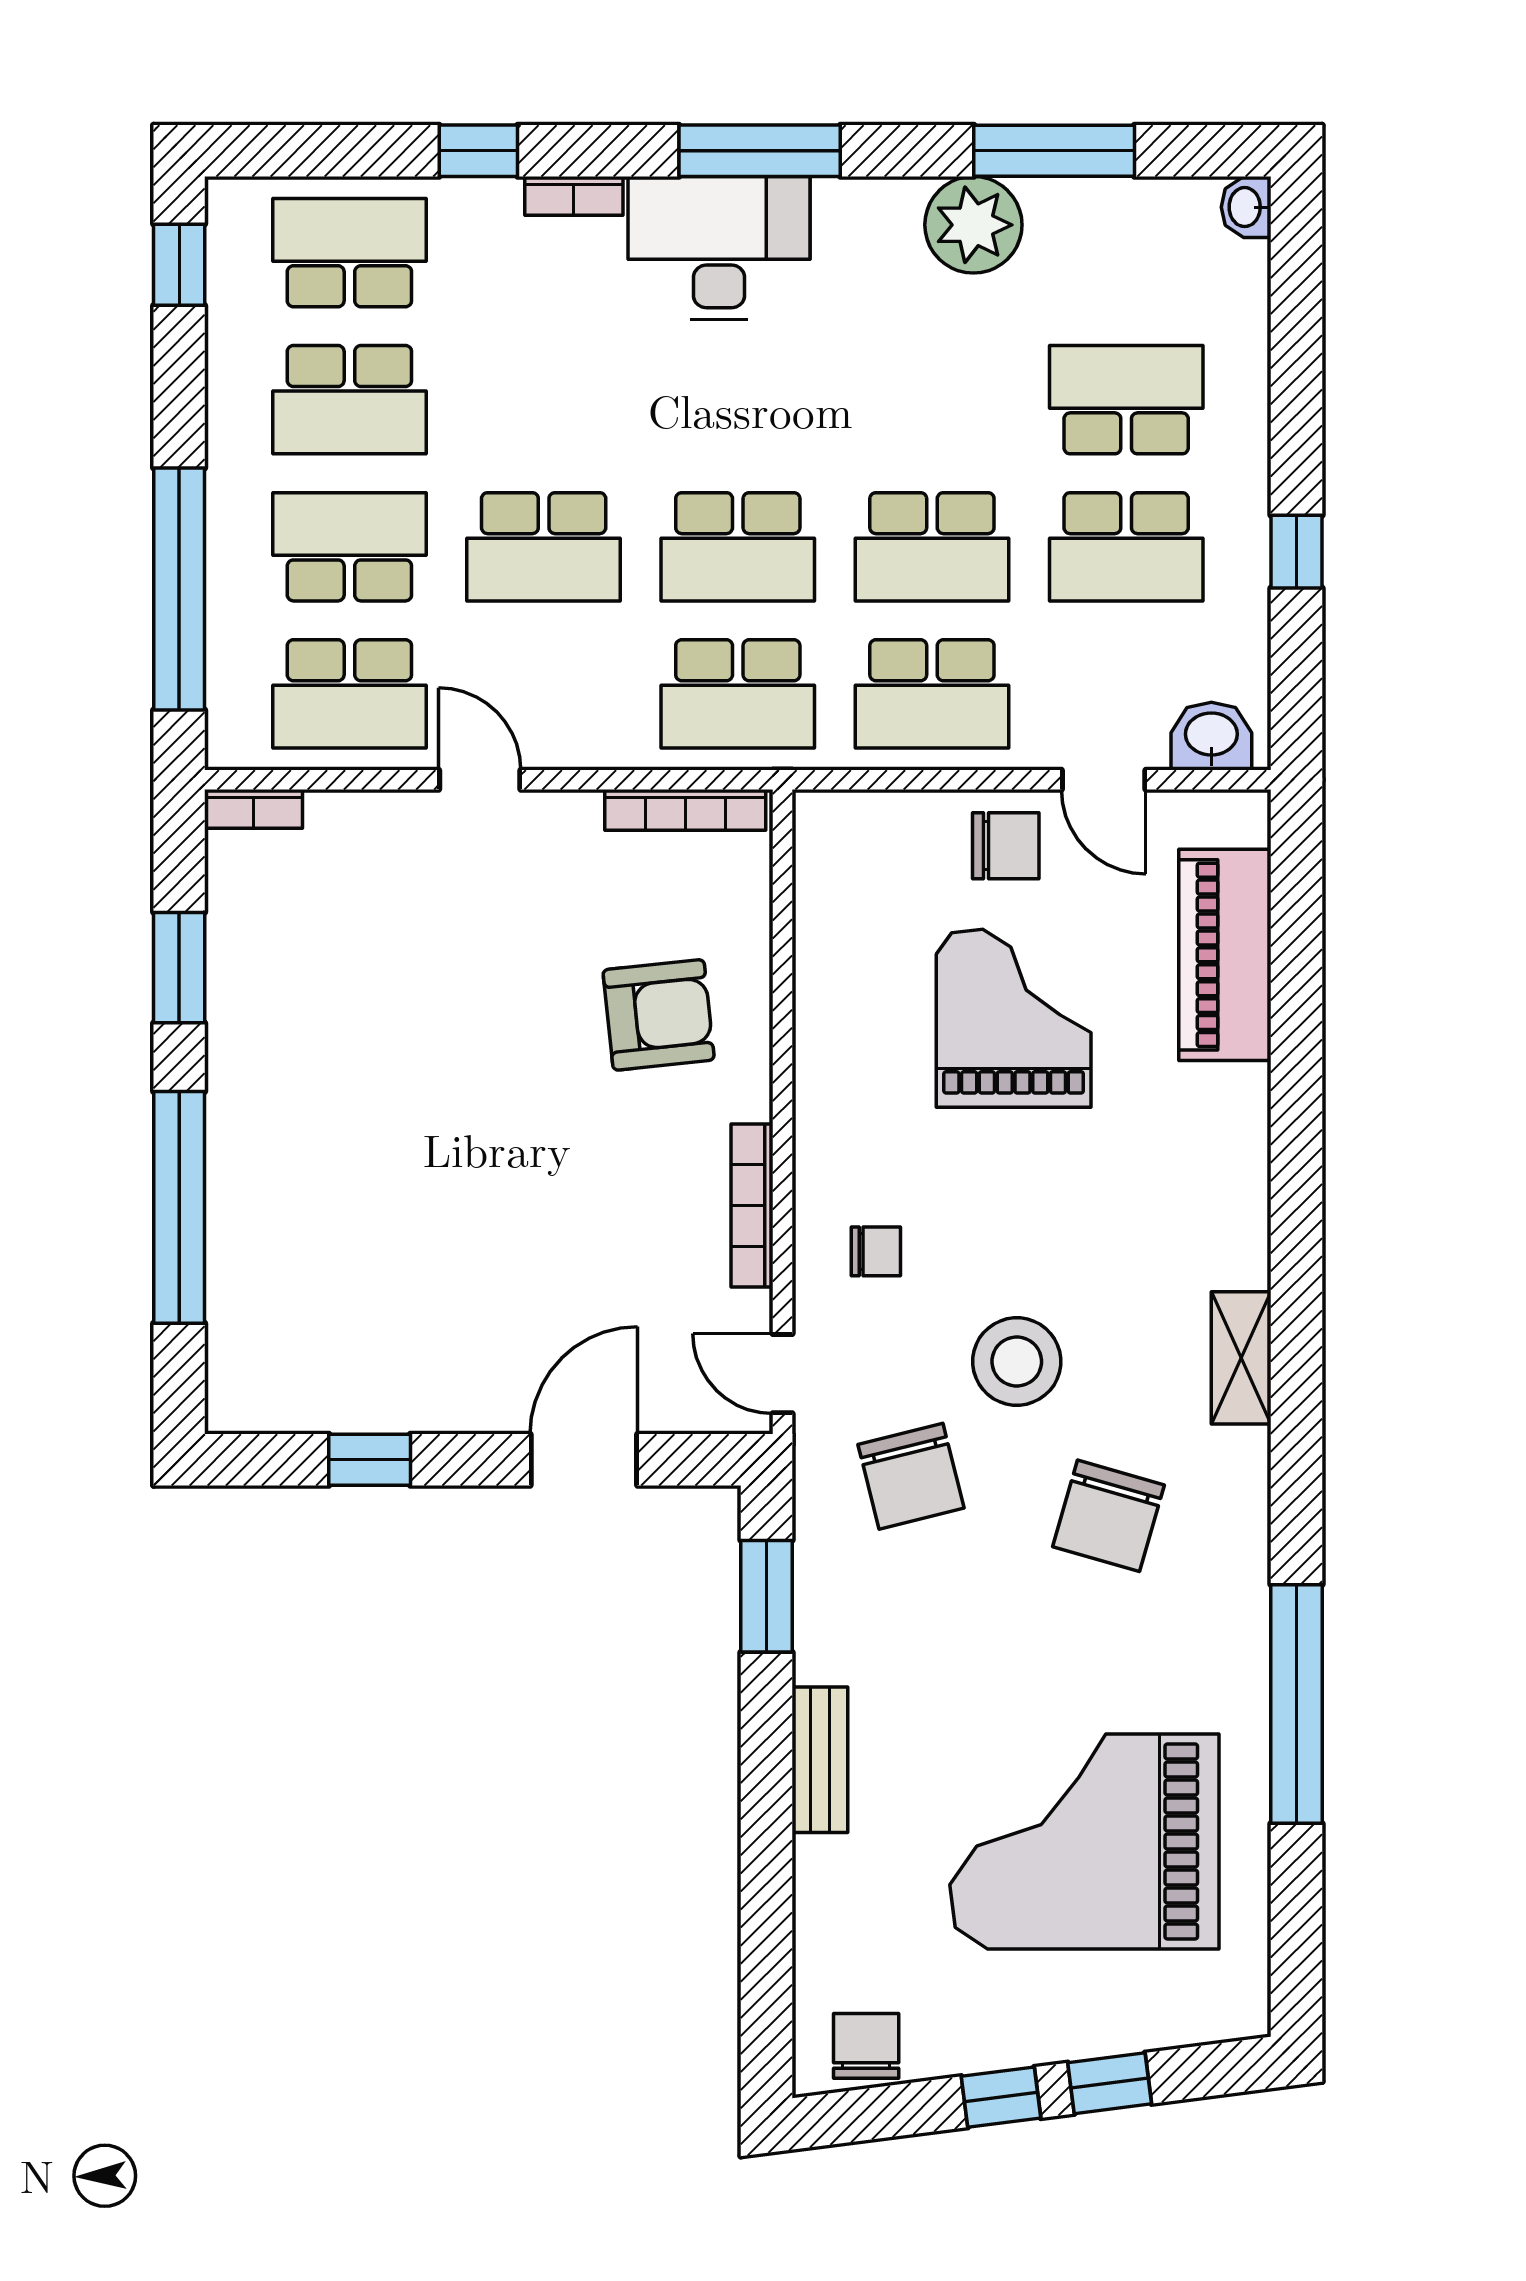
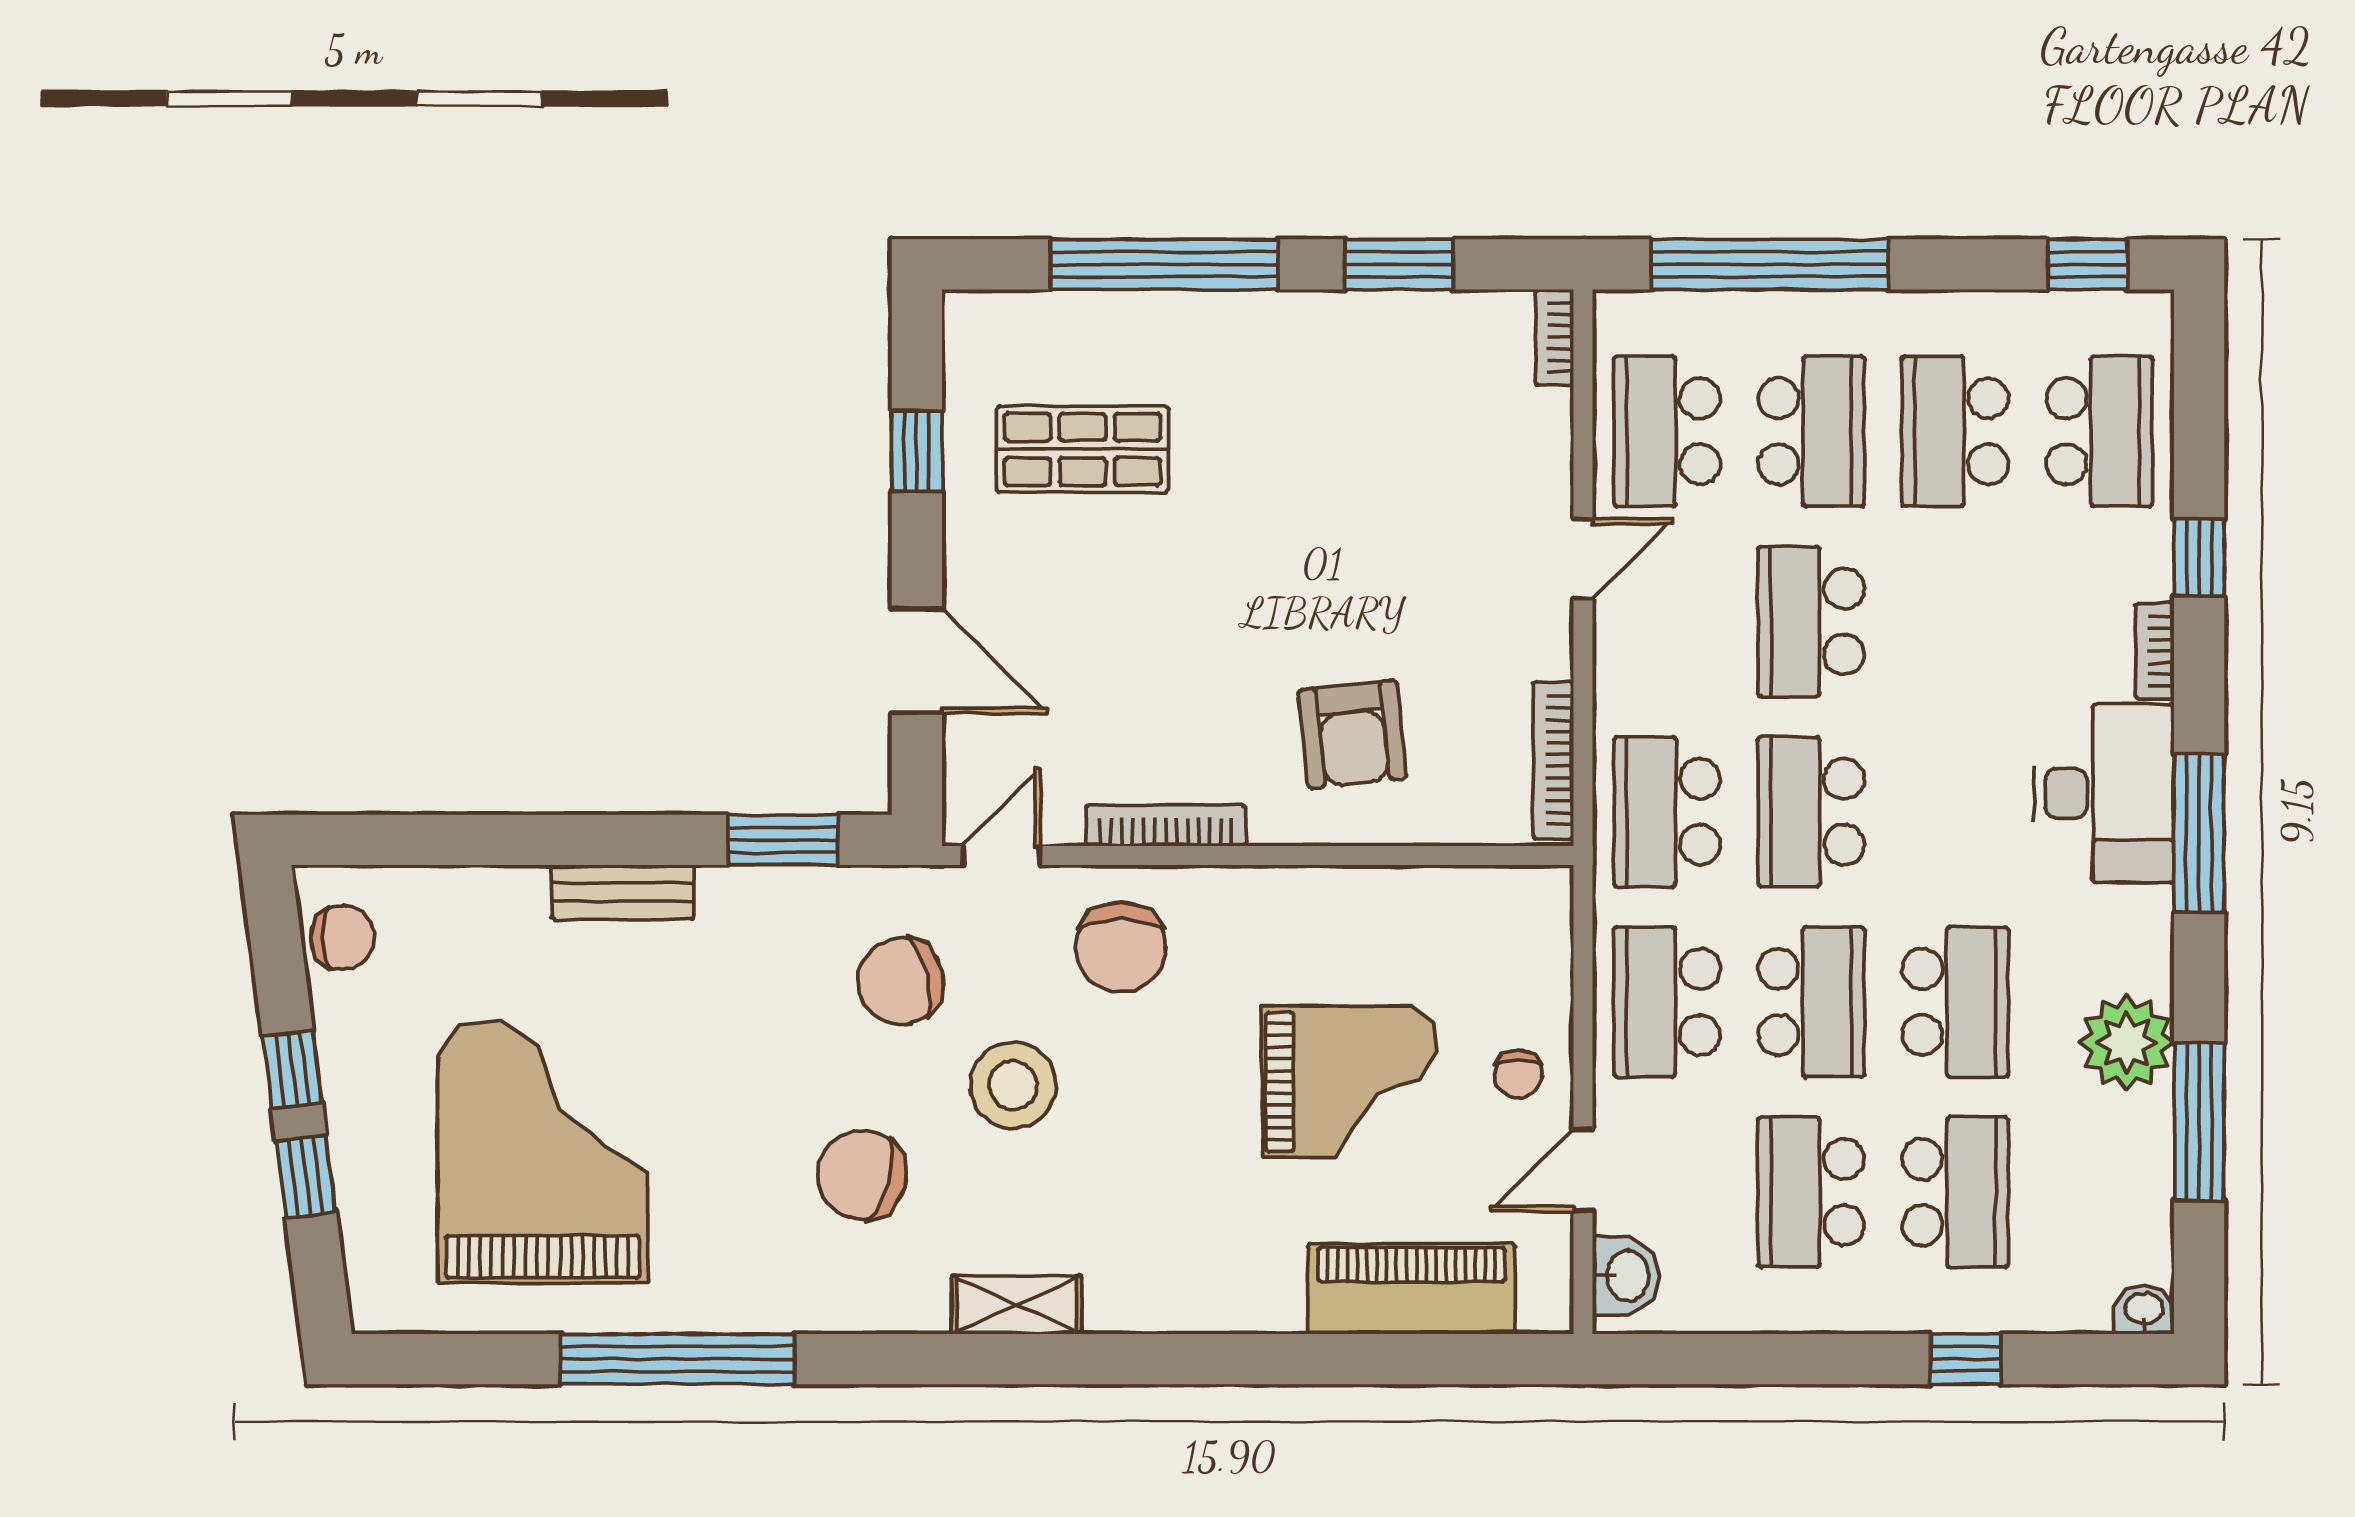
school desk: (932, 400) -> (1955, 1002), added
school desk: (932, 547) -> (1811, 1002), turned 180
window: (1296, 552) -> (1966, 1359), moved
chair: (1006, 846) -> (1518, 1074), width x0.73, depth x0.73
chair: (876, 1251) -> (1121, 947), width x1.87, depth x1.87
shop shelf: (368, 1291) -> (1082, 449), added

